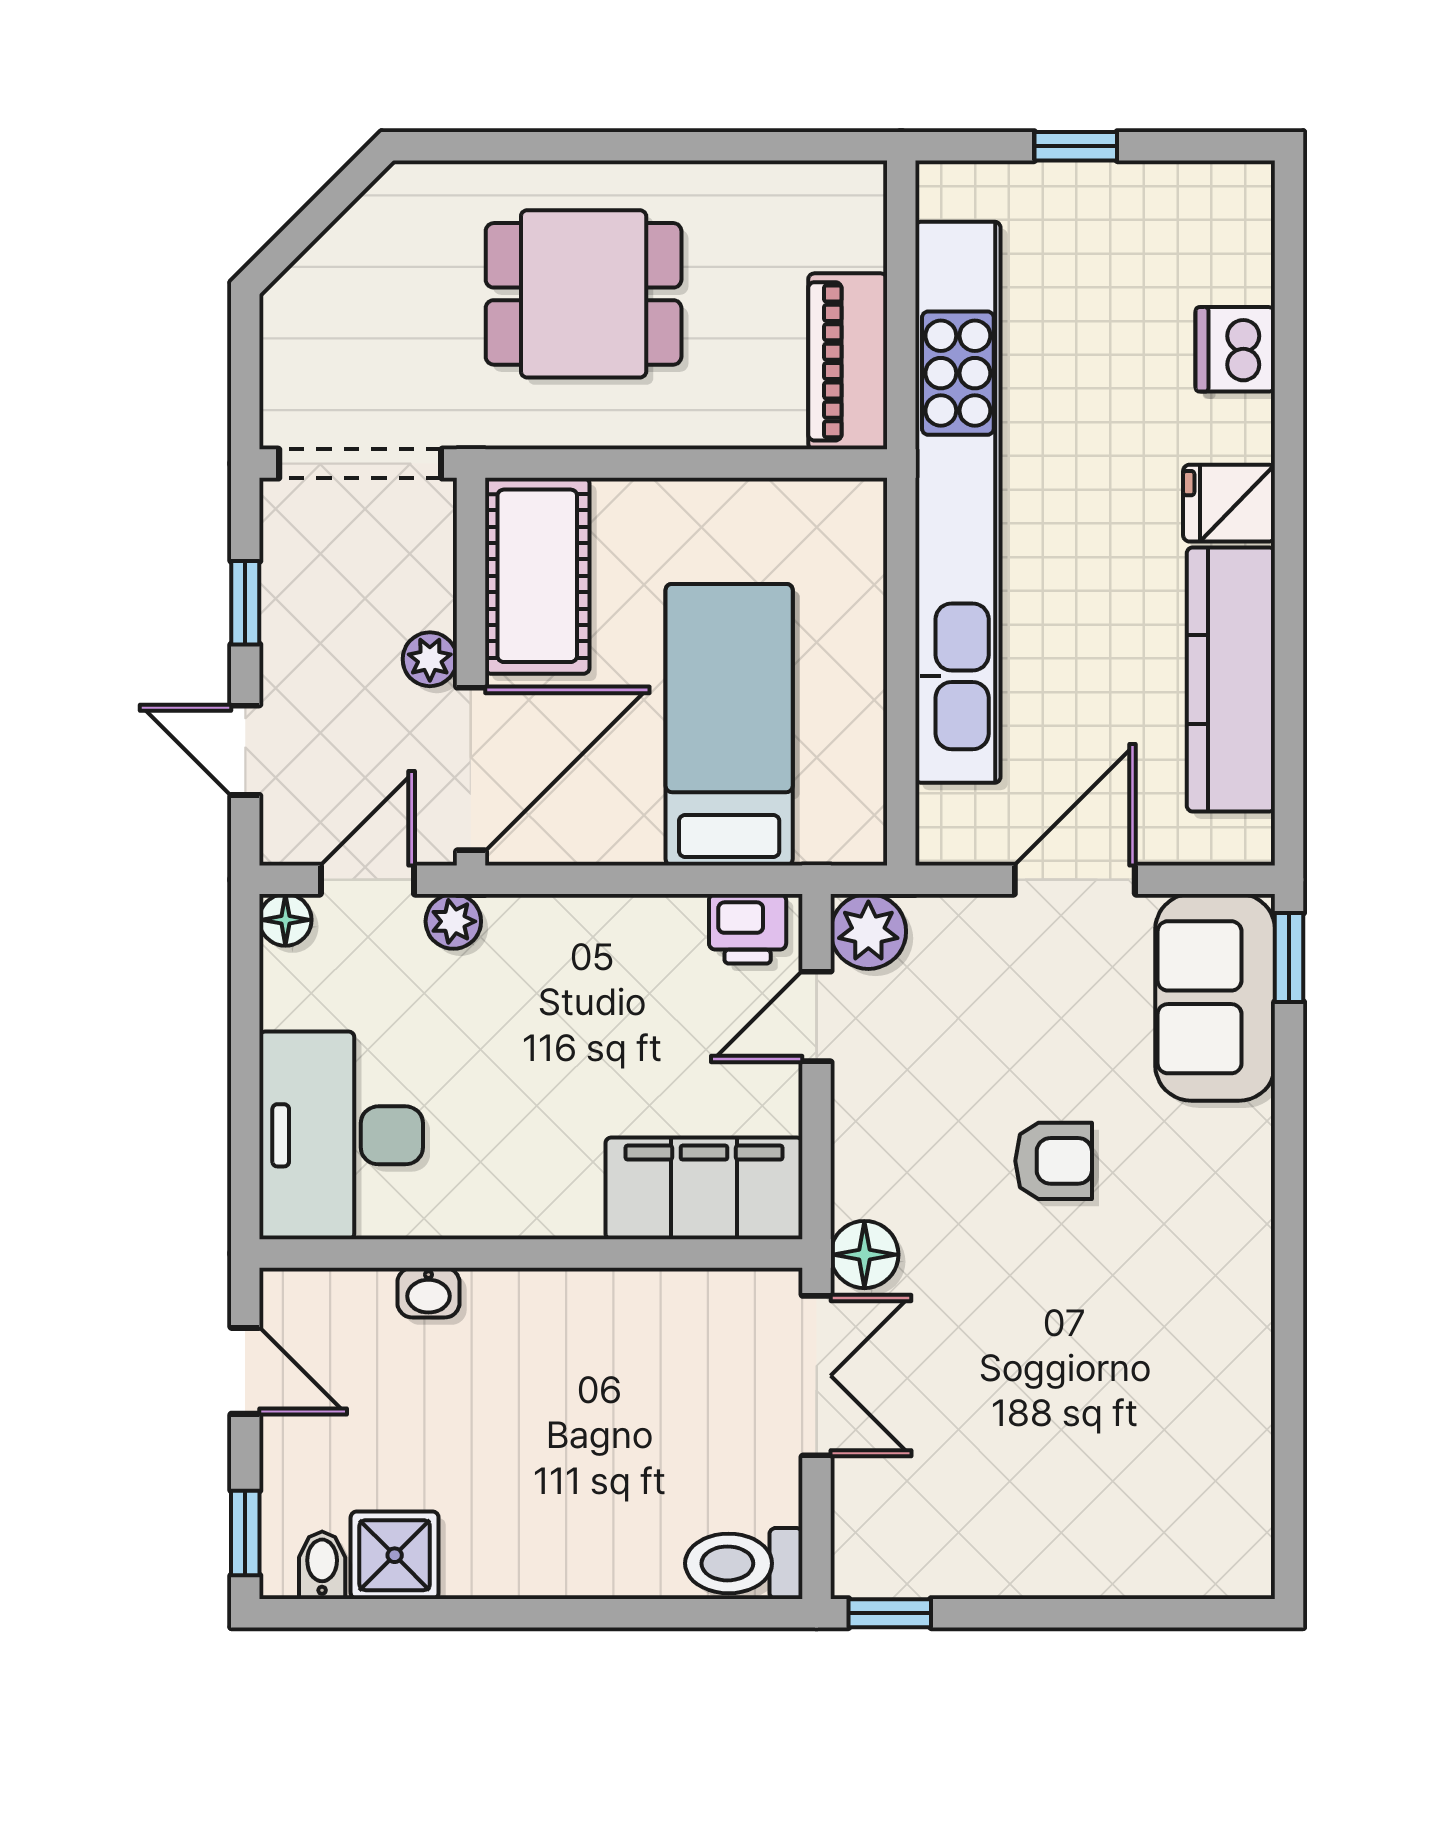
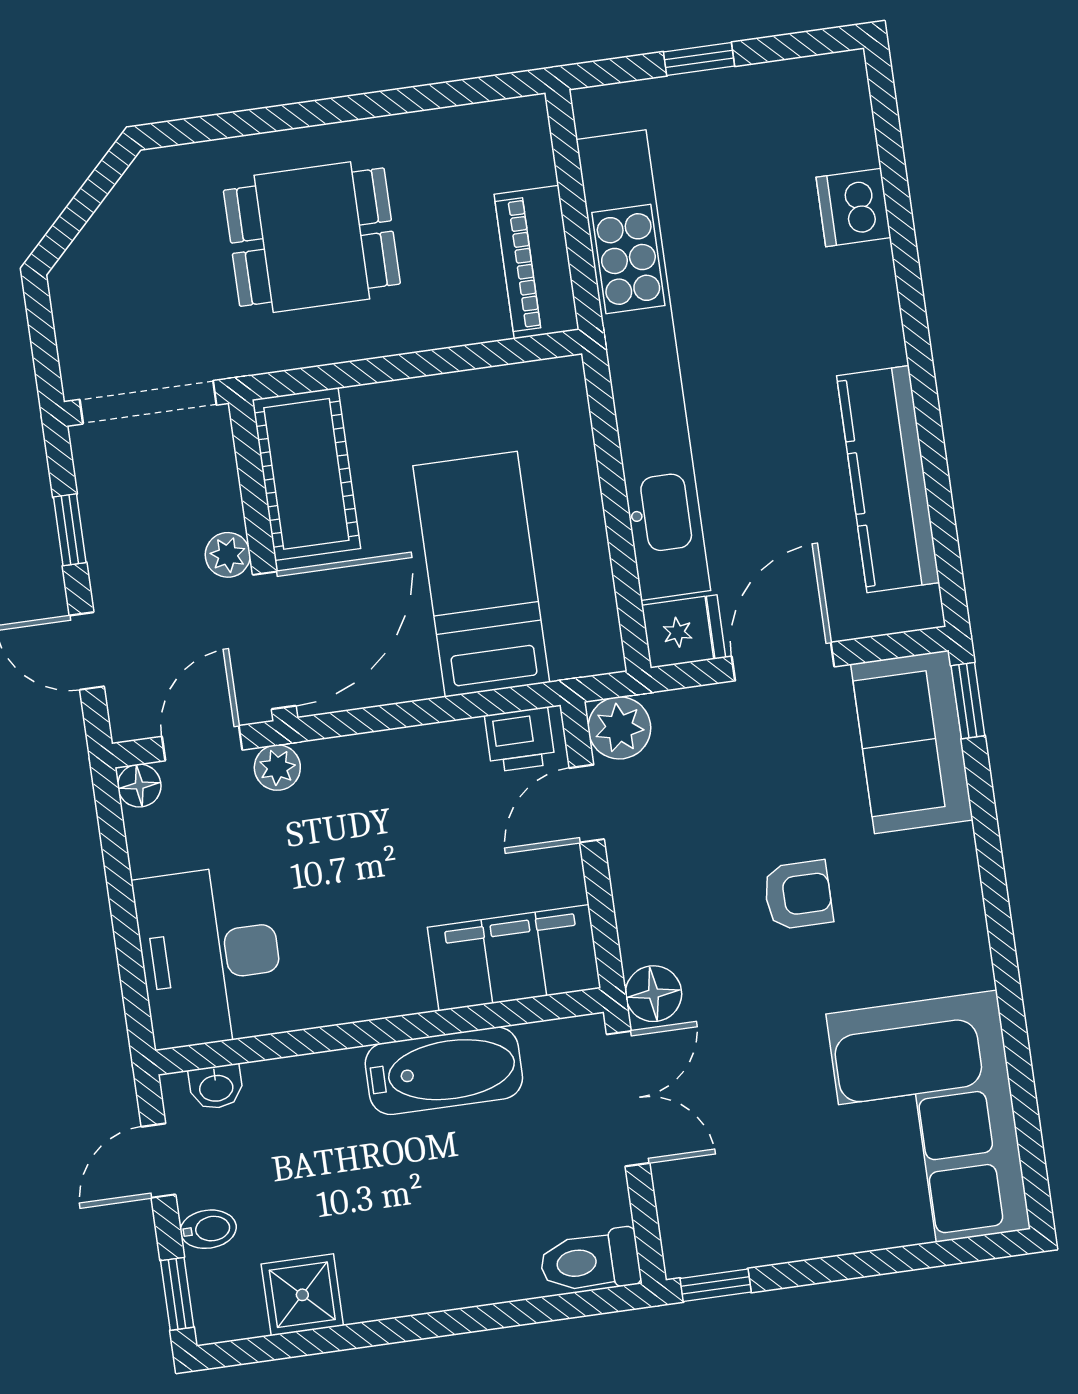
fridge: (1229, 503) -> (684, 631), moved, turned 180
washbasin: (428, 1293) -> (216, 1087), moved
bathtub: (601, 1311) -> (444, 1071), added
door: (245, 1371) -> (158, 1161), swing flipped
corner sofa: (1171, 1453) -> (928, 1122), added
bidet: (322, 1565) -> (208, 1229), moved, turned 90

